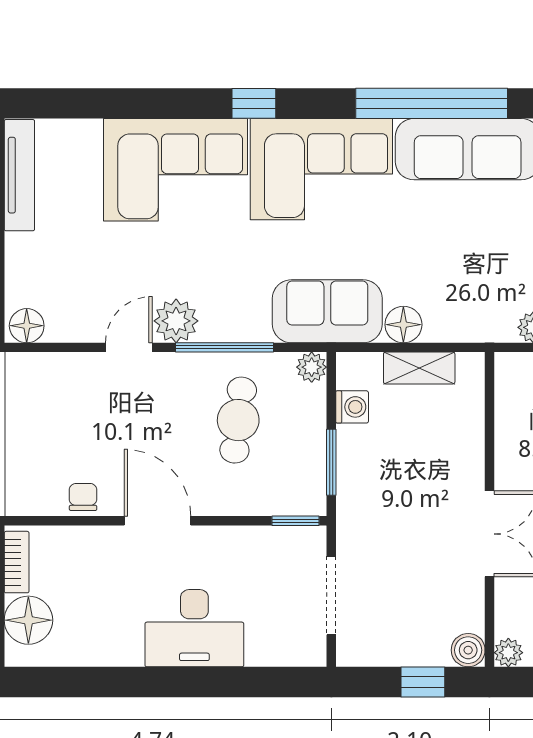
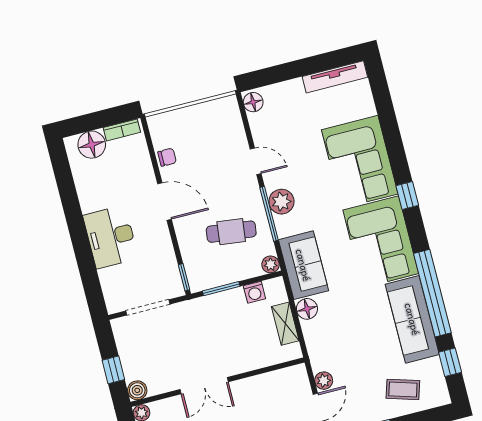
plant: (176, 321) -> (281, 202), moved
door: (158, 521) -> (164, 202), hinge flipped

